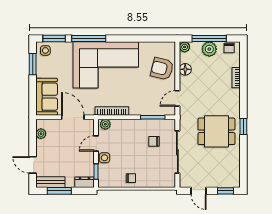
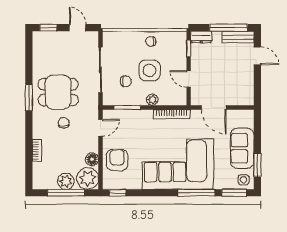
window: (162, 38) -> (118, 193), added
plant: (185, 47) -> (88, 179), width x1.88, depth x1.88
chair: (229, 48) -> (64, 123), moved
armchair: (162, 69) -> (117, 160), turned -104
sofa: (47, 97) -> (242, 148), moved
plant: (105, 124) -> (152, 100), moved
window: (243, 126) -> (29, 97), width x1.50
plant: (41, 134) -> (248, 90), removed
door: (96, 143) -> (189, 79), swing flipped
side table: (104, 158) -> (150, 70), moved, width x1.87, depth x1.87
window: (59, 191) -> (228, 28), width x1.44

